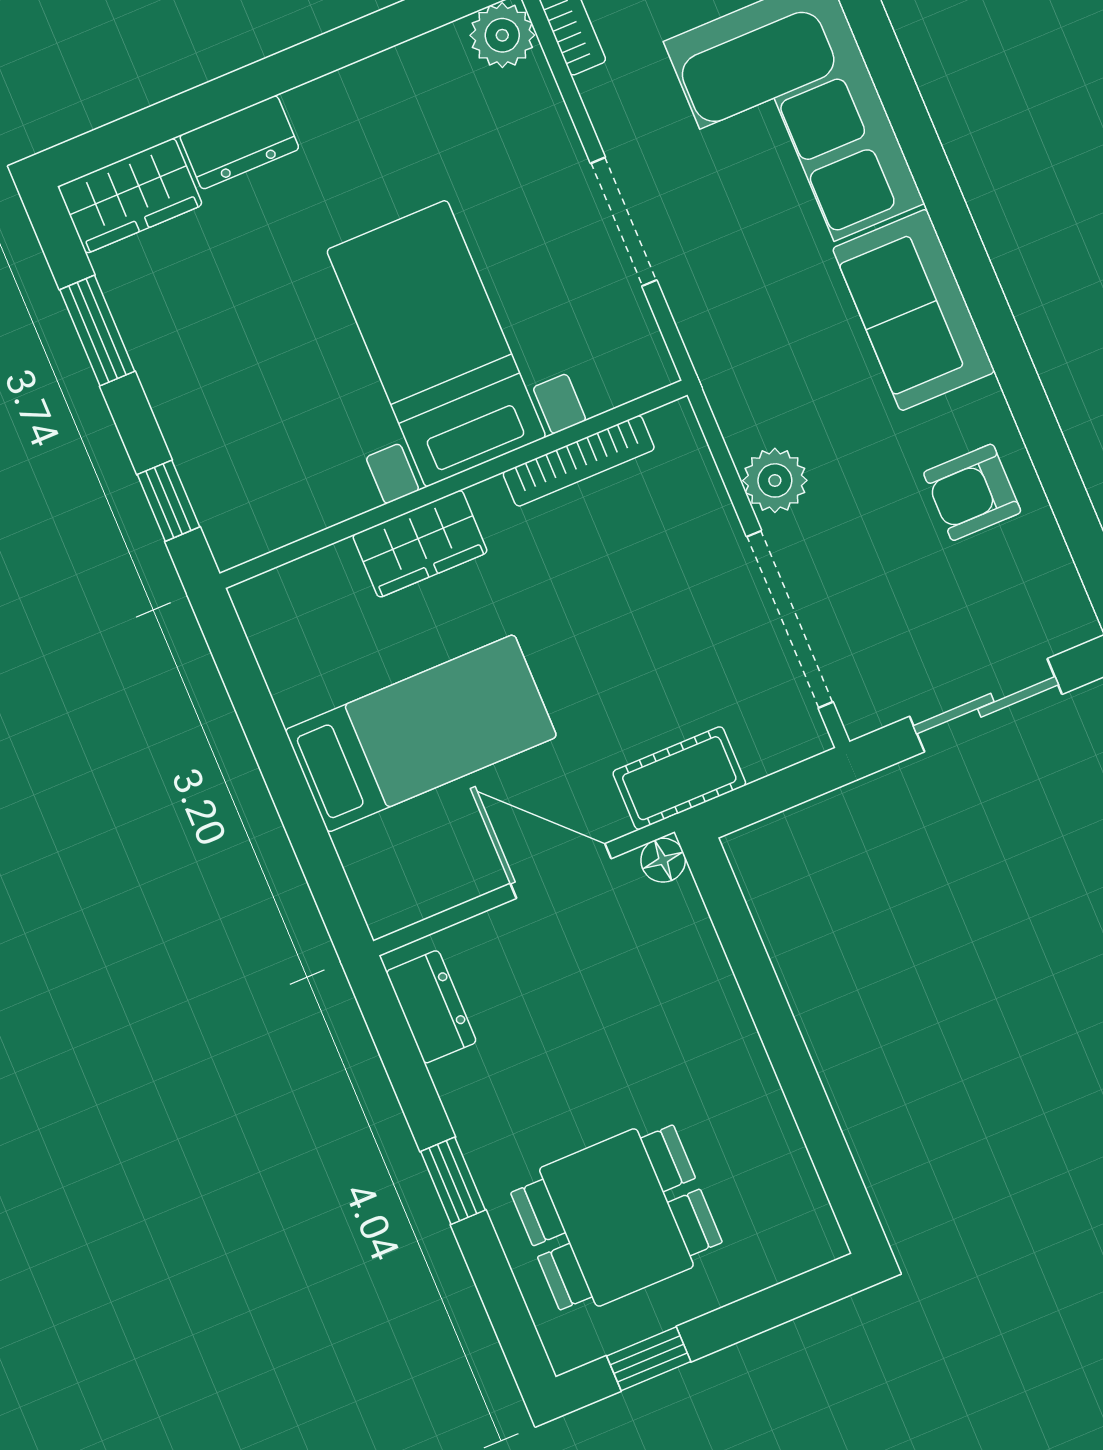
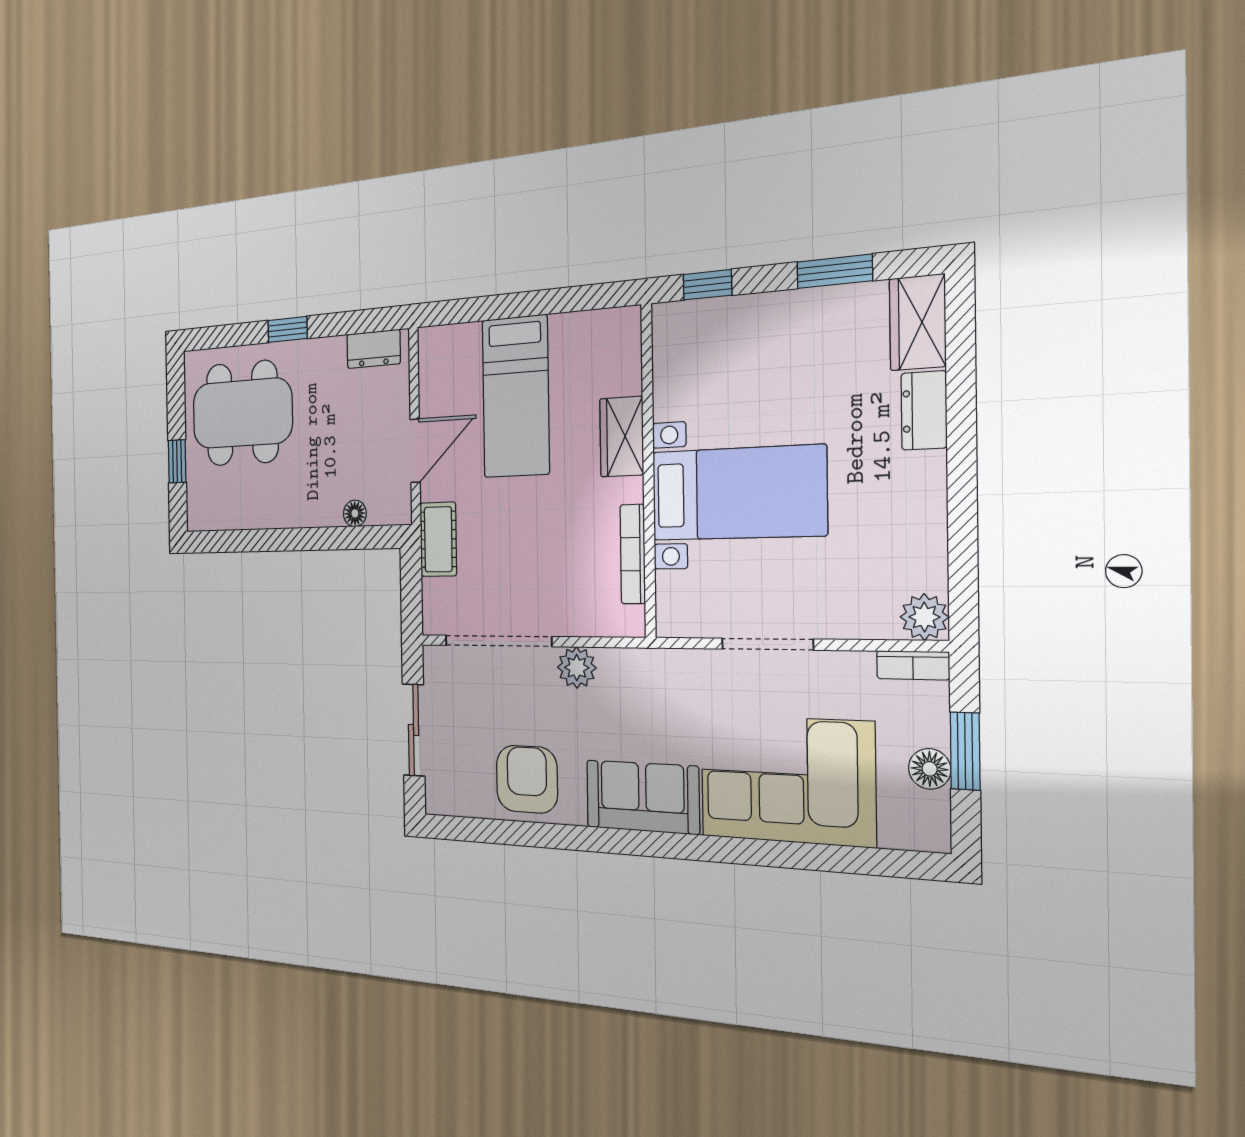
armchair: (972, 492) -> (527, 779), width x1.38, depth x1.38
floor lamp: (663, 860) -> (355, 513), moved
dining table: (616, 1217) -> (242, 413), width x1.38
window: (649, 1359) -> (177, 461), moved

